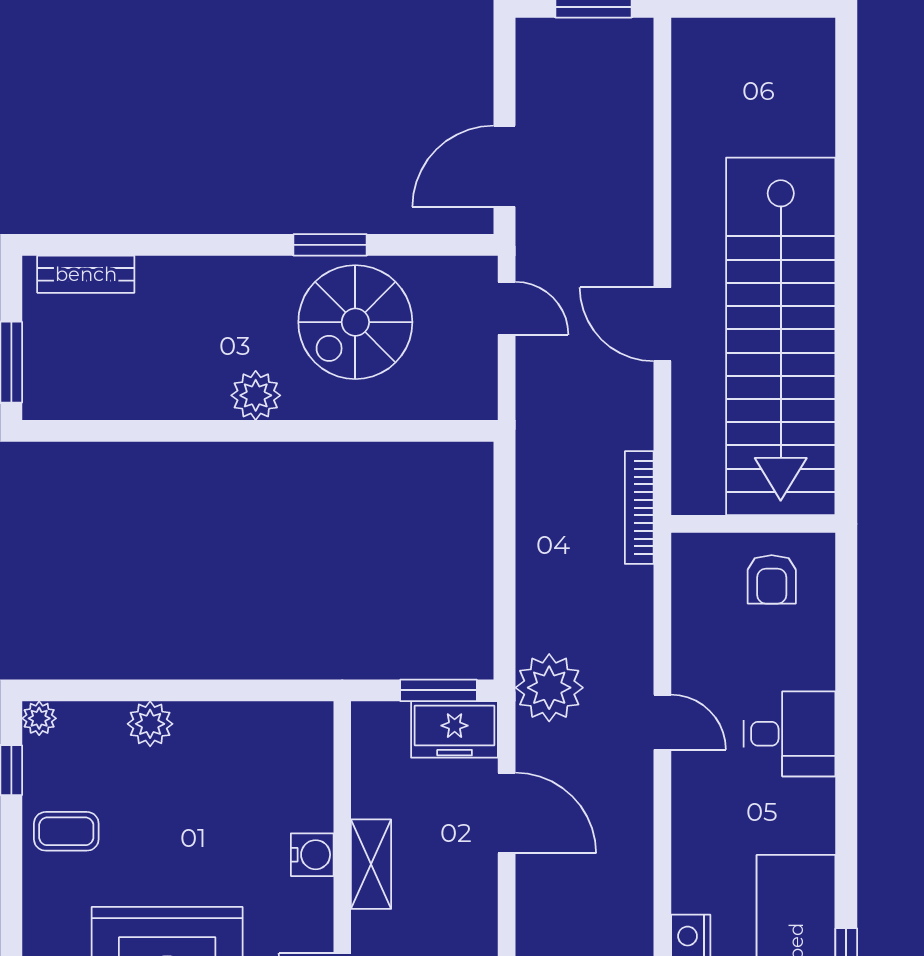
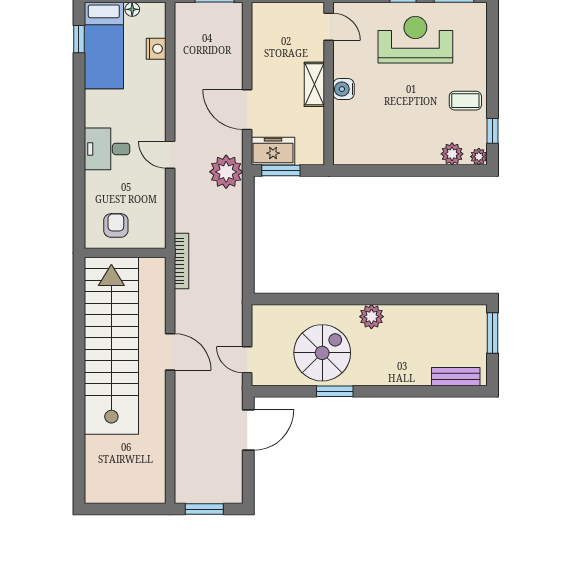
plant: (150, 724) -> (452, 154), moved

